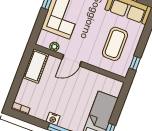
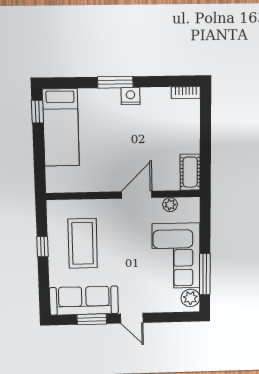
window: (135, 63) -> (42, 247), moved
cot: (36, 66) -> (190, 172), width x0.73, depth x0.75

